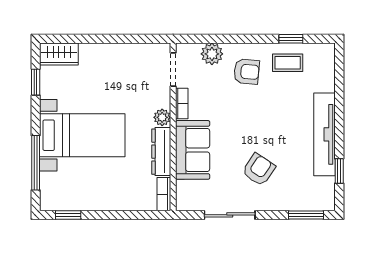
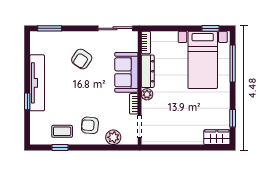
bed with nightstands: (82, 135) -> (203, 60), moved, turned -90
window: (339, 171) -> (27, 101), moved
sliding door: (230, 215) -> (115, 28), moved

